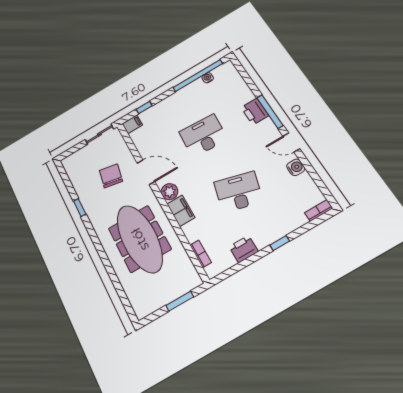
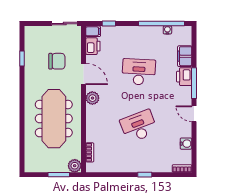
water cooler: (296, 167) -> (186, 144), moved
chair: (111, 176) -> (57, 61), turned 79
desk: (238, 192) -> (139, 126), turned -36
window: (80, 208) -> (22, 58), moved
filing cabinet: (181, 211) -> (185, 56), moved, turned 180
printer: (244, 249) -> (93, 46), moved, turned 90
plant: (192, 280) -> (75, 166), added

